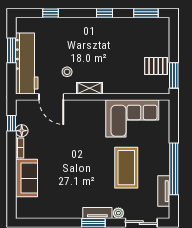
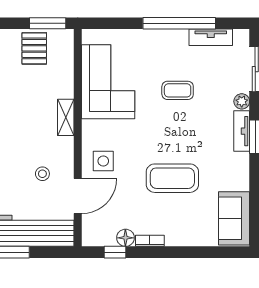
shelving: (89, 88) -> (66, 117), moved
side table: (76, 115) -> (103, 161), added
coffee table: (64, 164) -> (172, 178), added
coffee table: (126, 168) -> (178, 90), width x0.54, depth x0.58
sofa: (26, 178) -> (234, 218), moved, turned -90

